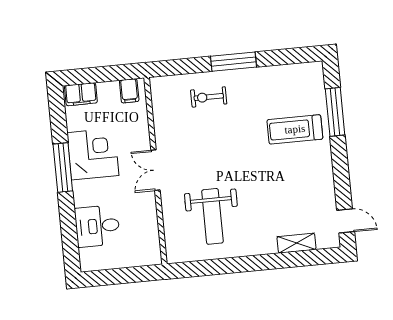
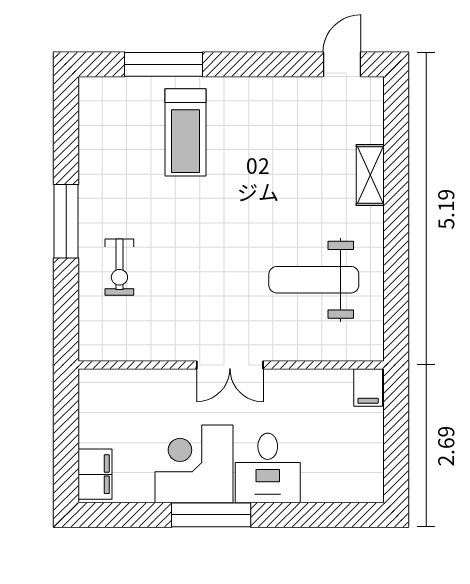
filing cabinet: (129, 91) -> (368, 387), moved, turned 90
weight bench: (212, 216) -> (314, 280), turned 180
desk: (97, 226) -> (268, 468), moved
shelving: (296, 243) -> (370, 175), moved

